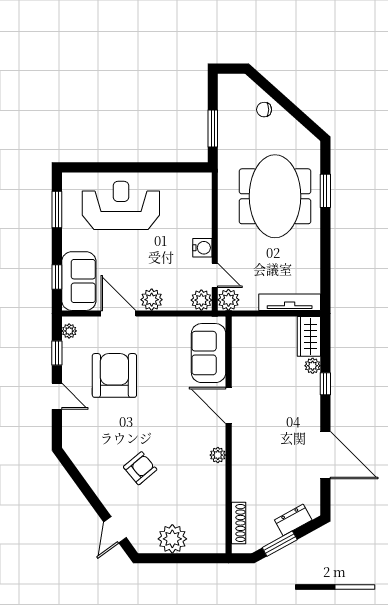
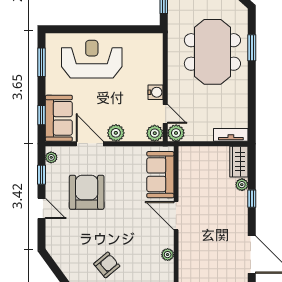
tv unit: (290, 302) -> (231, 135), width x0.71

